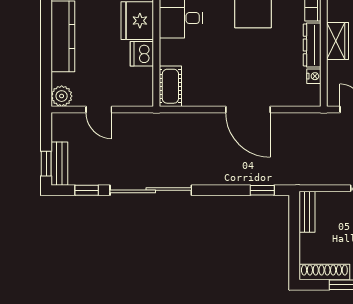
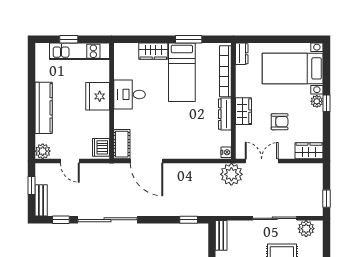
dishwasher: (142, 54) -> (101, 147), moved
nightstand: (314, 76) -> (226, 152), moved
door: (248, 110) -> (147, 161), moved
plant: (321, 128) -> (231, 174), added
window: (46, 164) -> (31, 186), moved

